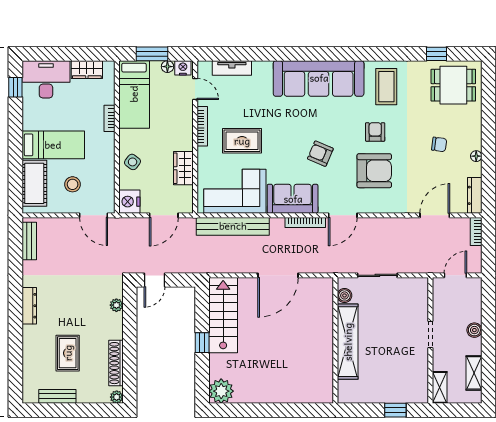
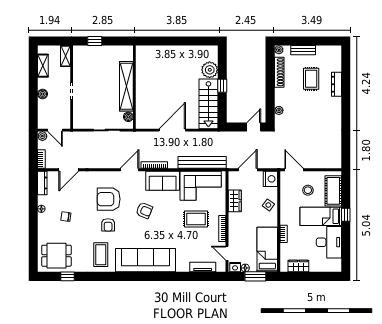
desk: (46, 79) -> (329, 242), moved, turned -90
window: (15, 87) -> (346, 215), moved
bench: (29, 241) -> (337, 153), removed
plant: (475, 266) -> (42, 136), added
door: (455, 275) -> (55, 130), hinge flipped
dresser: (29, 306) -> (337, 84), moved
plant: (221, 391) -> (210, 70), moved
bench: (57, 396) -> (303, 50), moved

